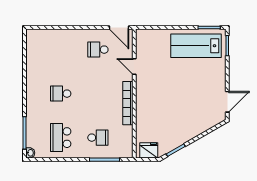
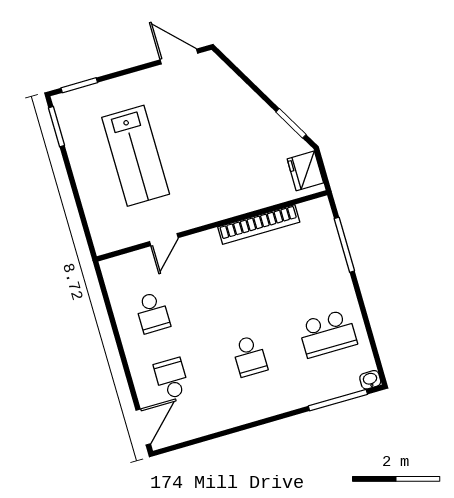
door: (119, 28) -> (143, 427), moved
lab bench: (196, 46) -> (136, 156), moved
bookcase: (128, 103) -> (259, 225), moved
school desk: (98, 138) -> (172, 379), moved

